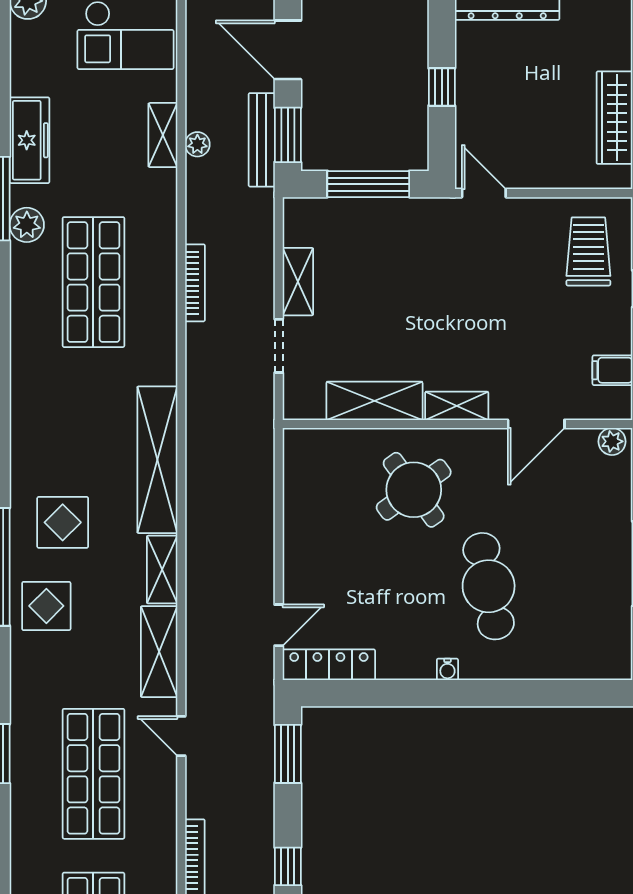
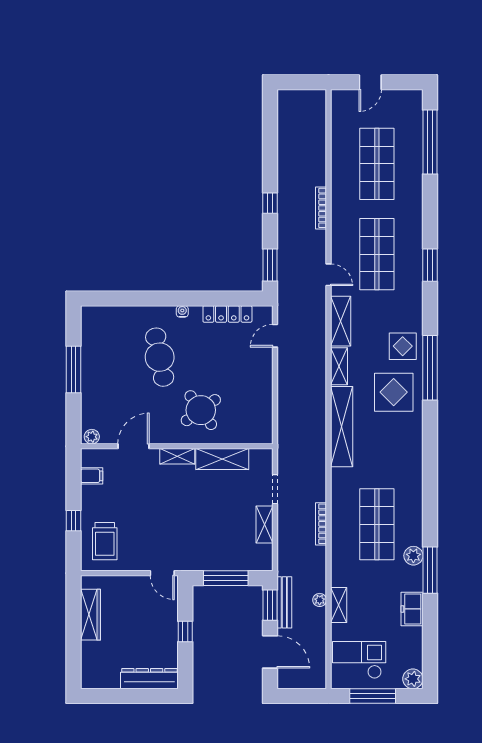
freezer: (30, 140) -> (412, 609), width x0.71
display table: (63, 522) -> (394, 392), width x1.36, depth x1.36
locker: (329, 665) -> (227, 314), moved

